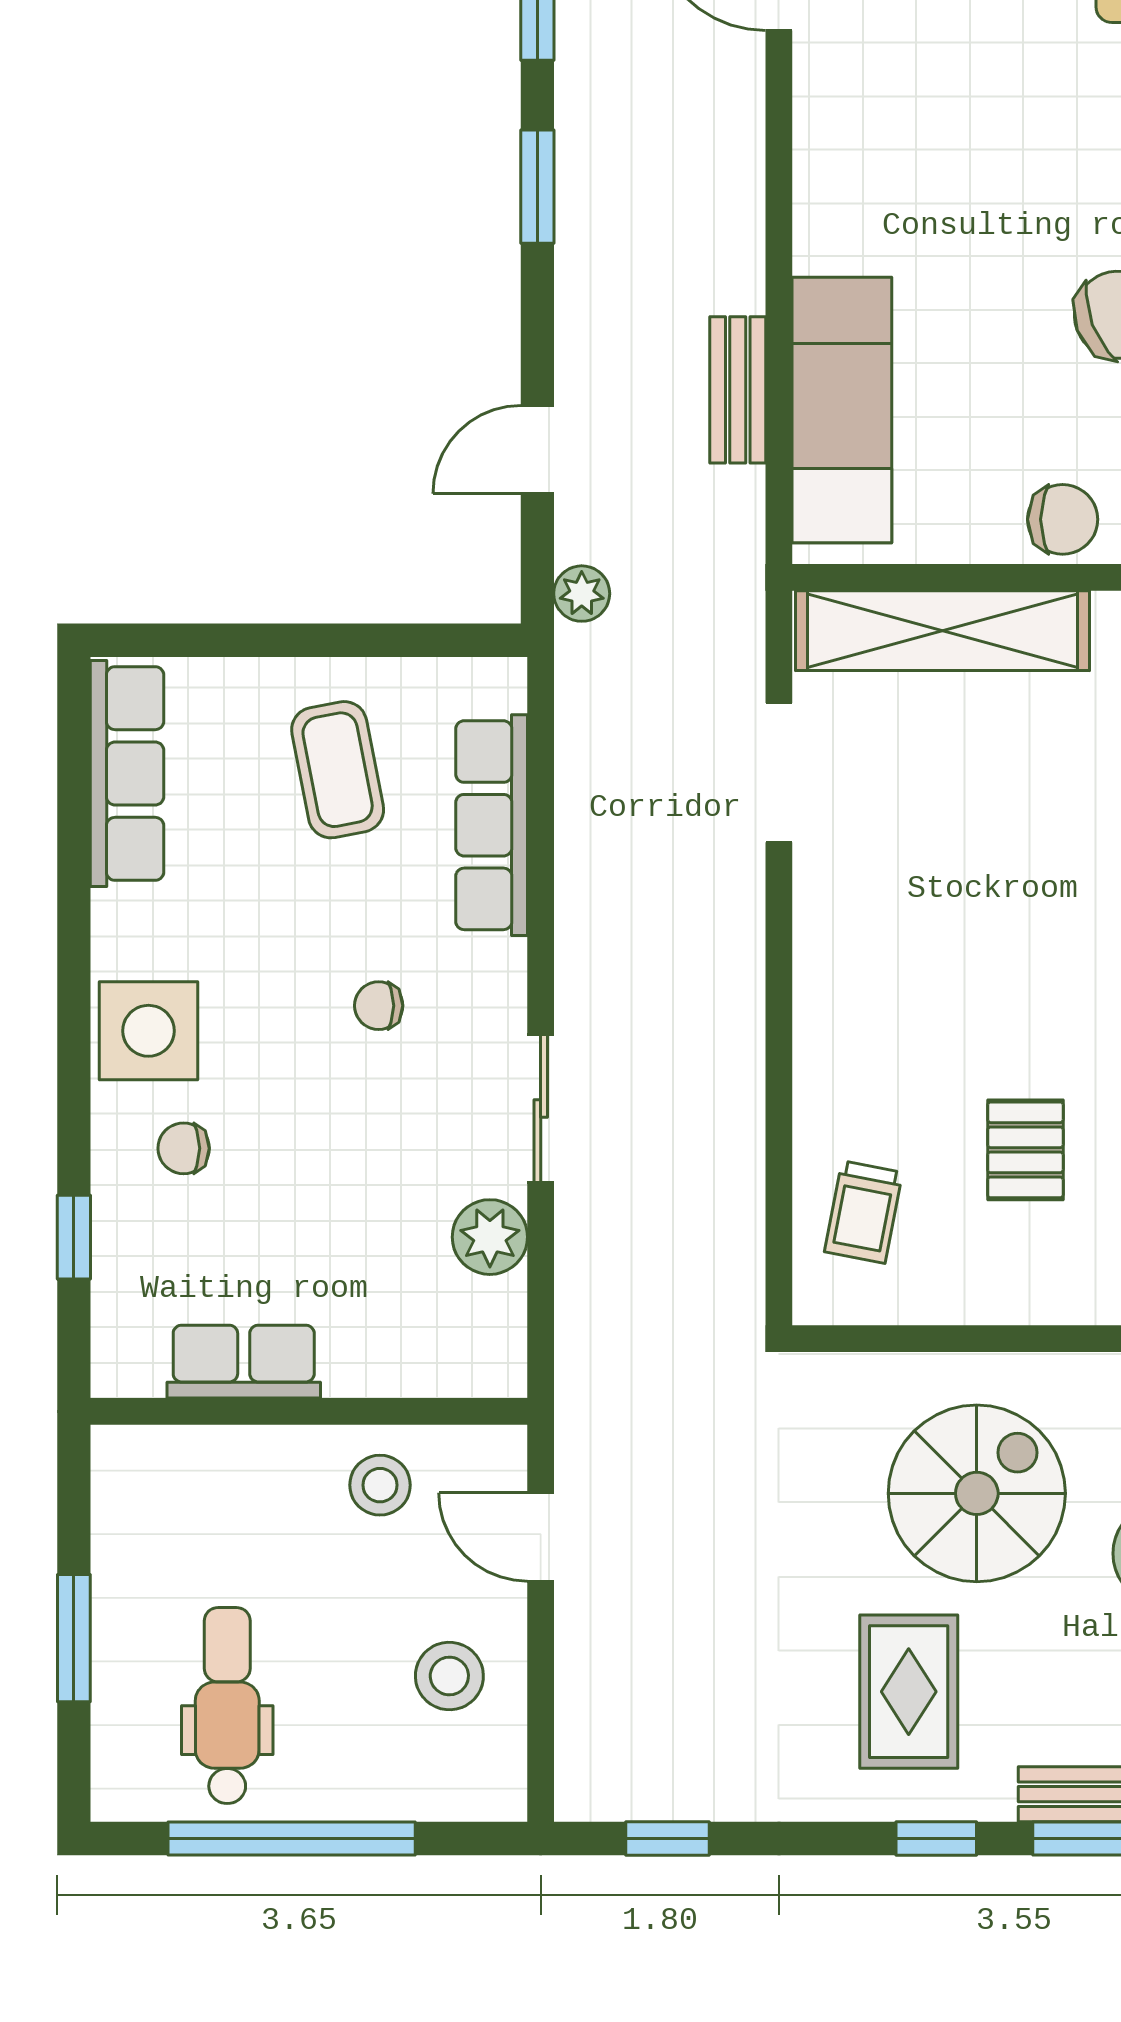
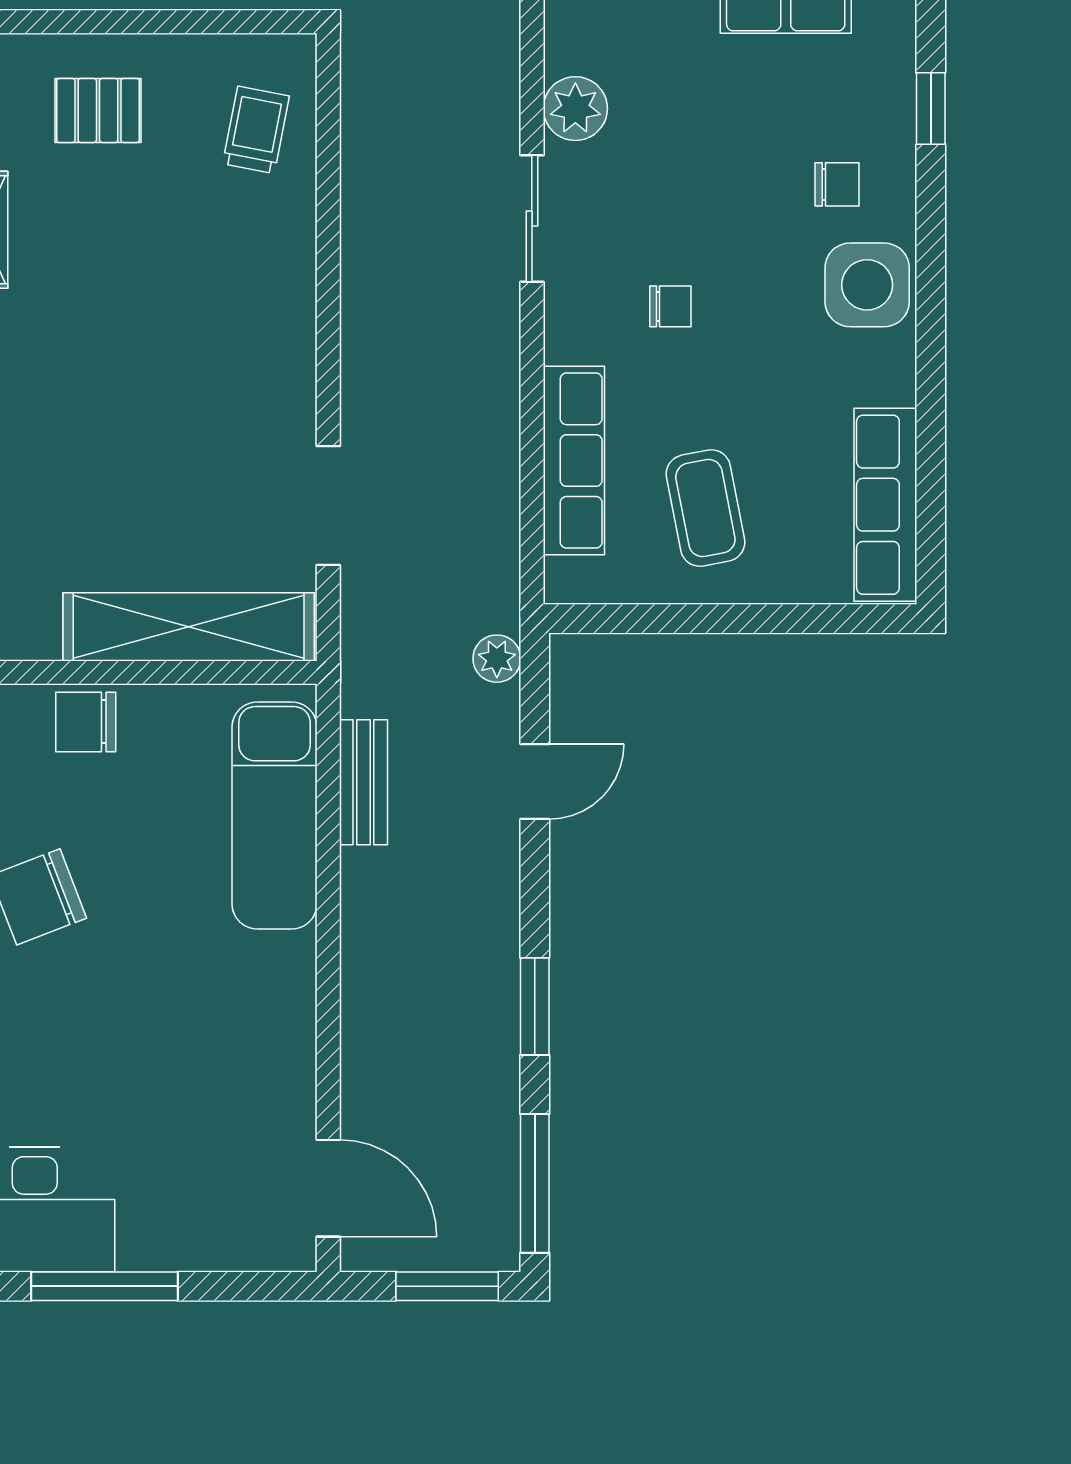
bench: (738, 390) -> (363, 782), moved
pallet: (1025, 1150) -> (98, 110), moved, turned 90

